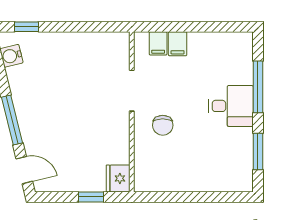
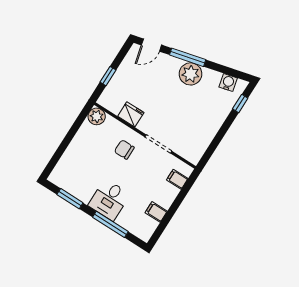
filing cabinet: (178, 44) -> (156, 212), moved
plant: (29, 105) -> (190, 74), added
fridge: (118, 178) -> (131, 114), moved
plant: (145, 181) -> (97, 116), added

